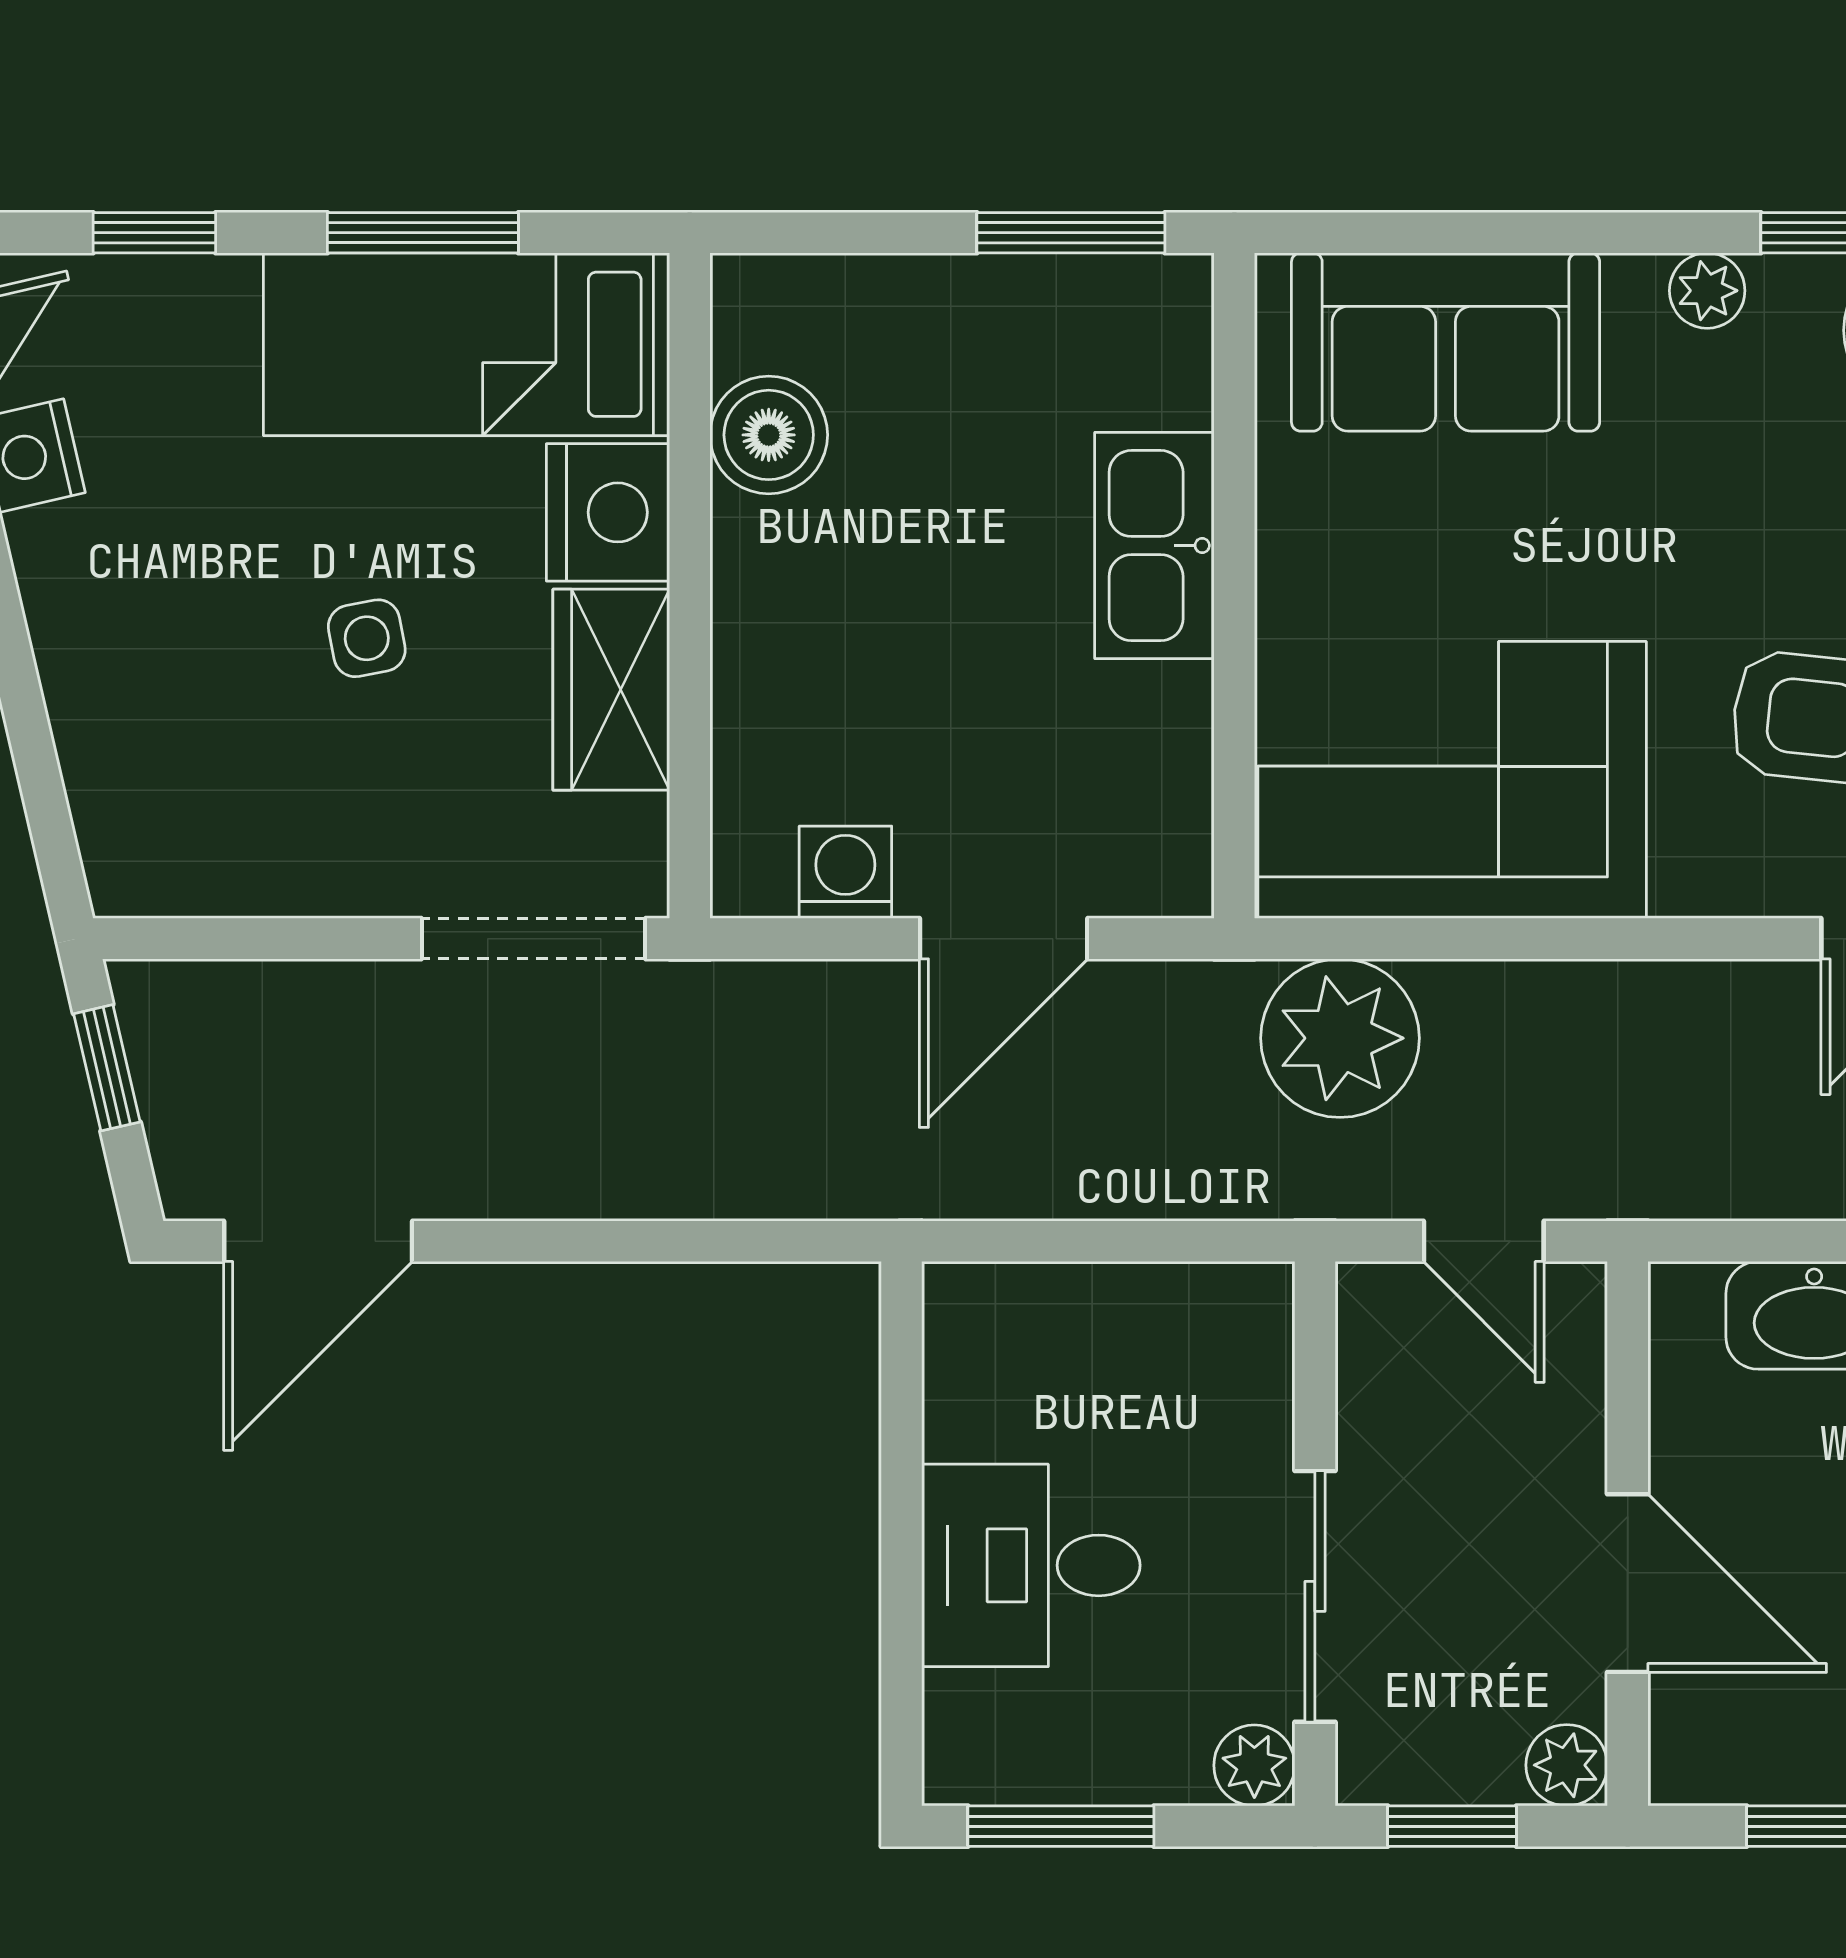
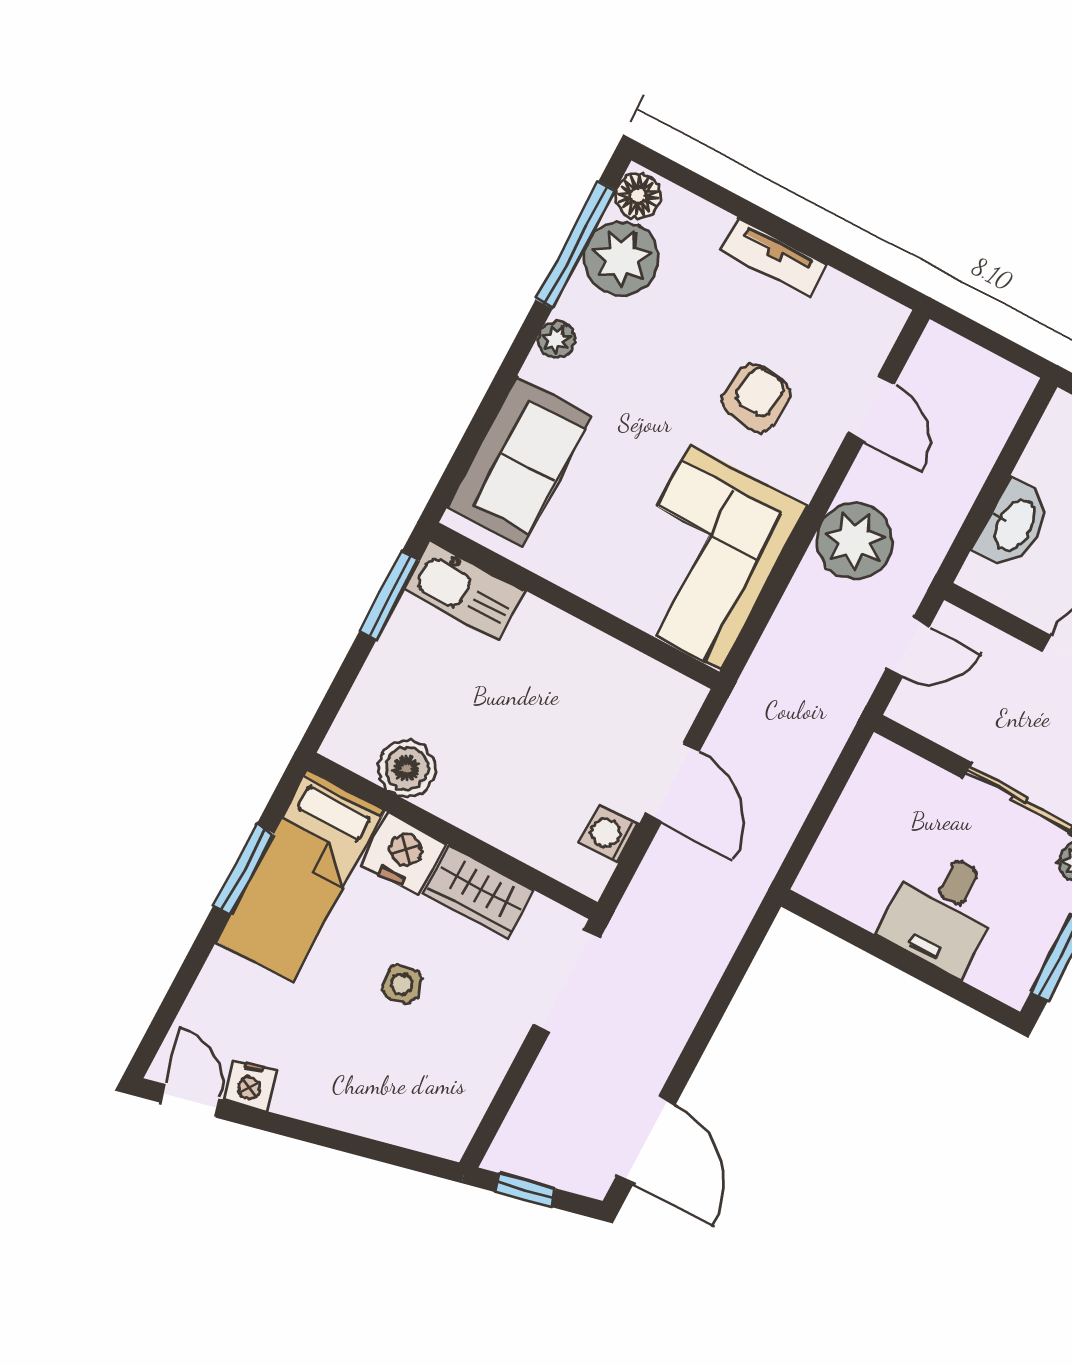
window: (154, 233) -> (183, 983), removed
kitchen sink: (1154, 546) -> (464, 590), moved
plant: (1340, 1038) -> (855, 541), moved

